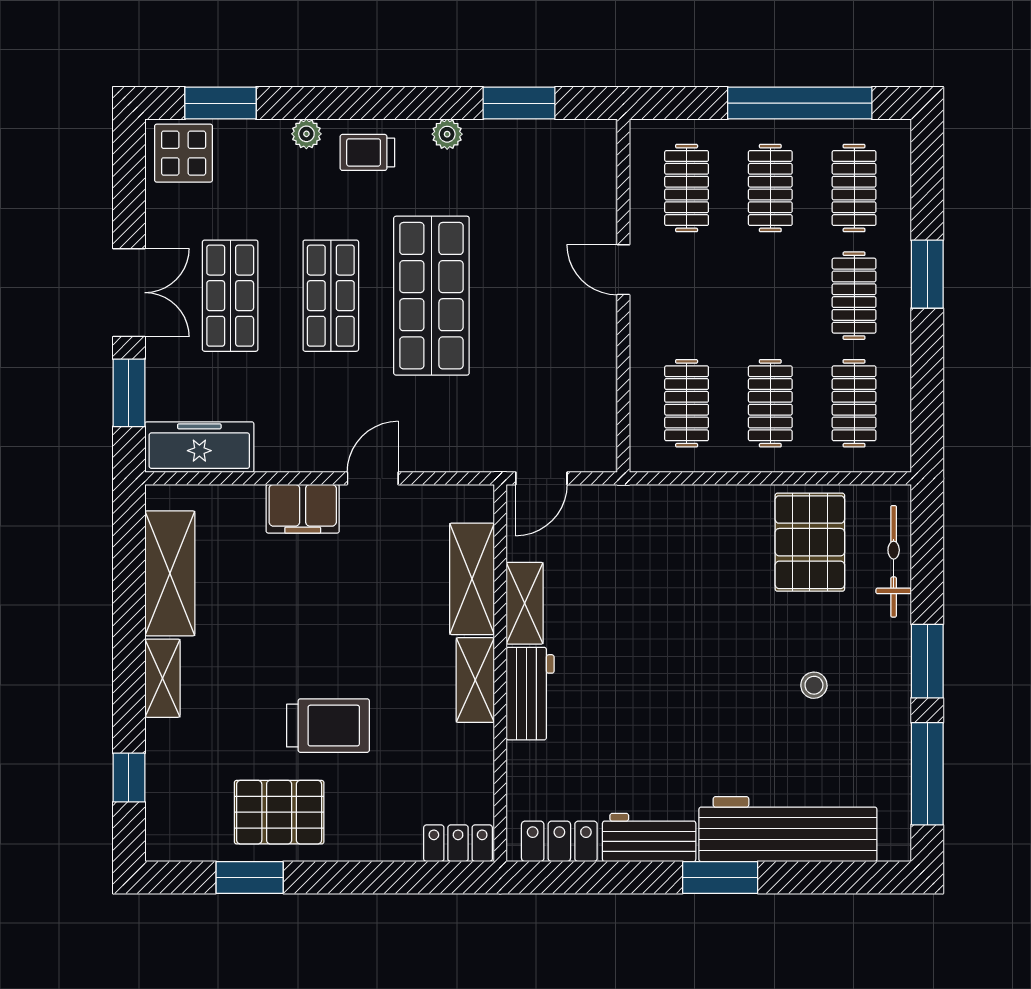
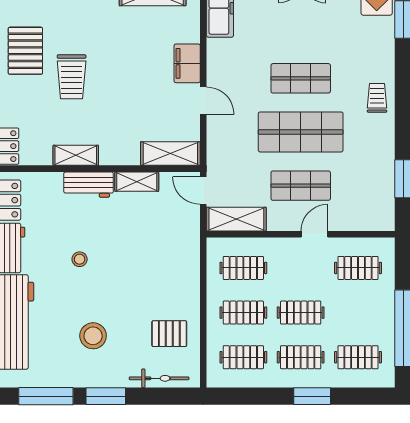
plant: (306, 134) -> (387, 65), removed
plant: (447, 134) -> (387, 140), removed
clothes rail: (770, 188) -> (301, 313), moved
shop shelf: (230, 296) -> (301, 186), moved
shelving: (595, 416) -> (236, 219), added
pallet: (810, 542) -> (169, 334), width x0.67, depth x0.71
shelving: (472, 579) -> (170, 154), moved
shelving: (475, 680) -> (76, 155), moved
stool: (814, 685) -> (93, 336), width x1.89, depth x1.89
stool: (670, 711) -> (80, 259), added

